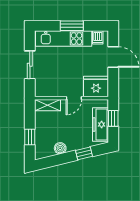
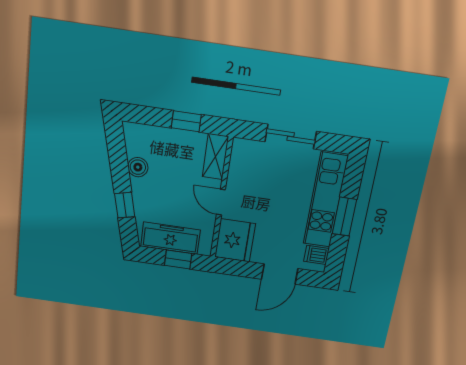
window: (30, 137) -> (186, 121), moved

